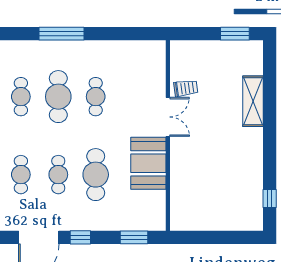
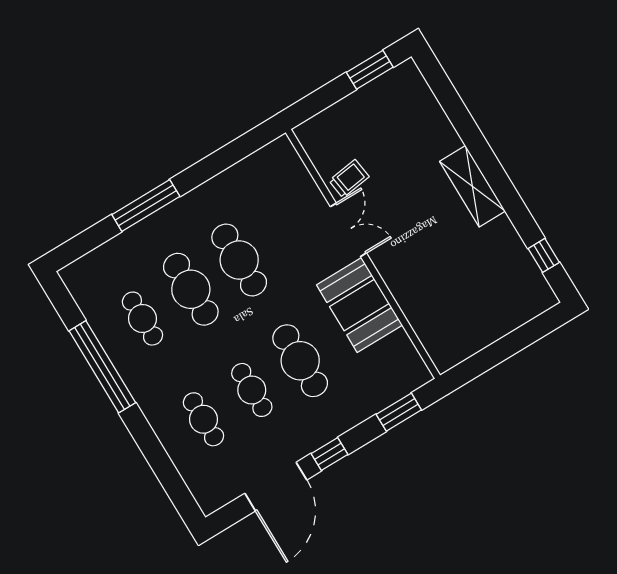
cafe table: (96, 97) -> (239, 260), width x1.37, depth x1.35
shelving: (253, 101) -> (472, 186), moved

